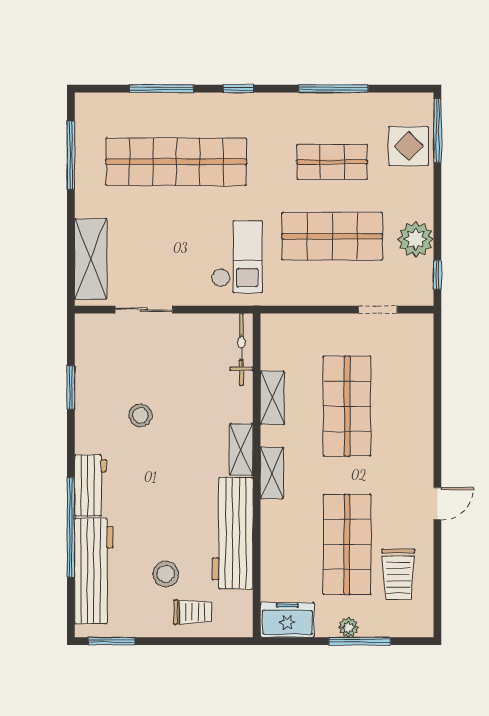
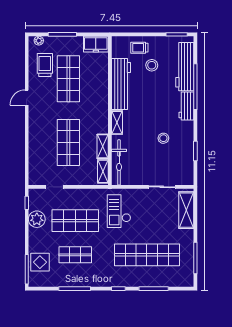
bicycle: (241, 349) -> (119, 162), width x1.37, depth x1.40
shelving: (272, 473) -> (103, 171), moved
plant: (349, 627) -> (39, 41), moved

